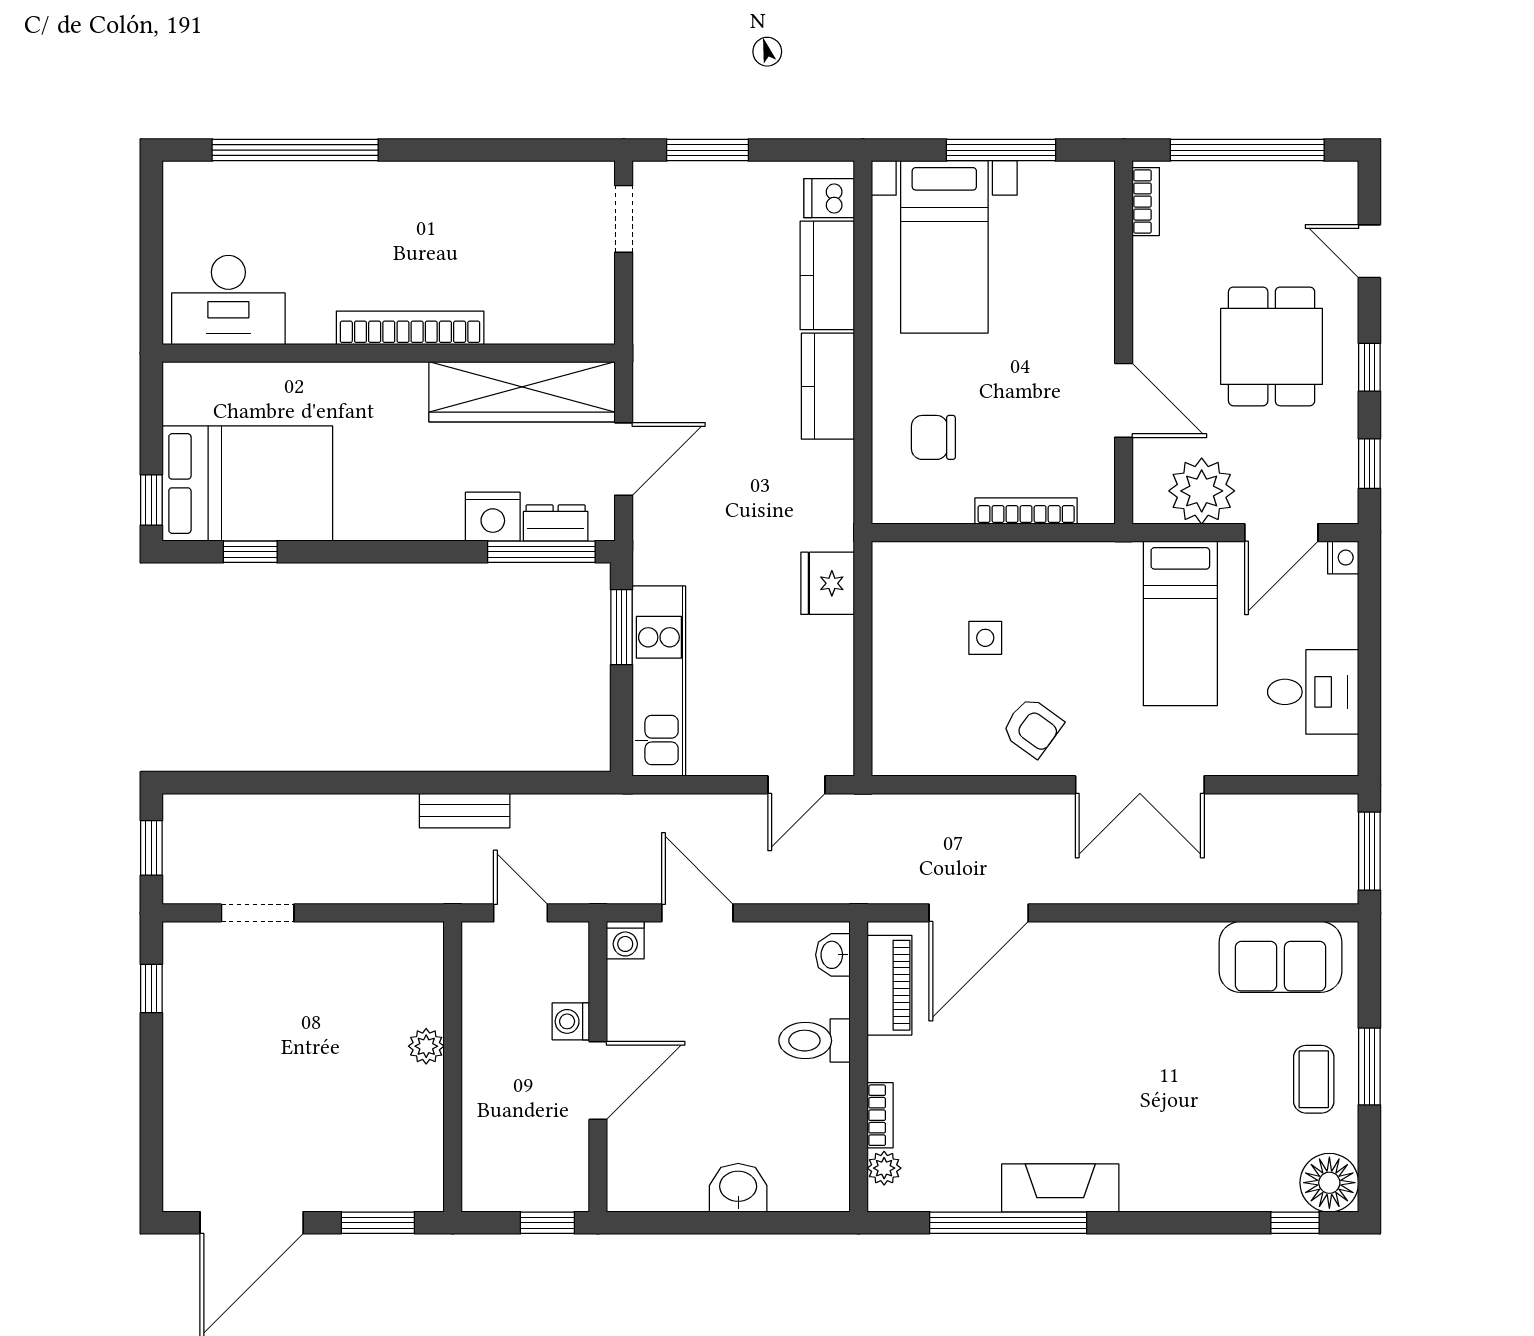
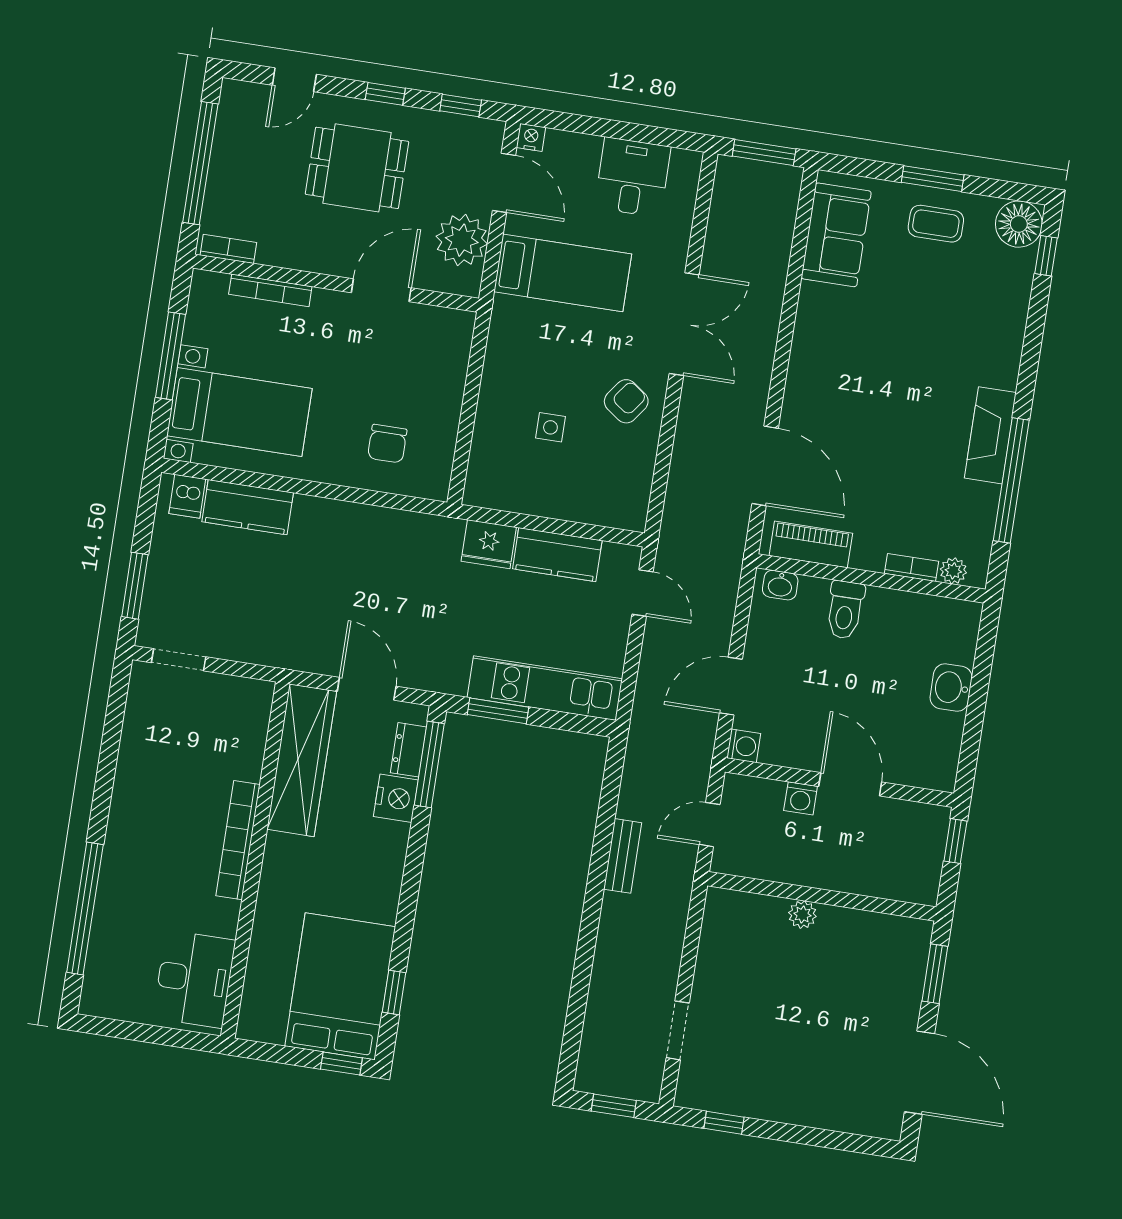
kitchen counter: (828, 386) -> (557, 555), moved
bookcase: (1026, 511) -> (270, 290), moved, turned -90

